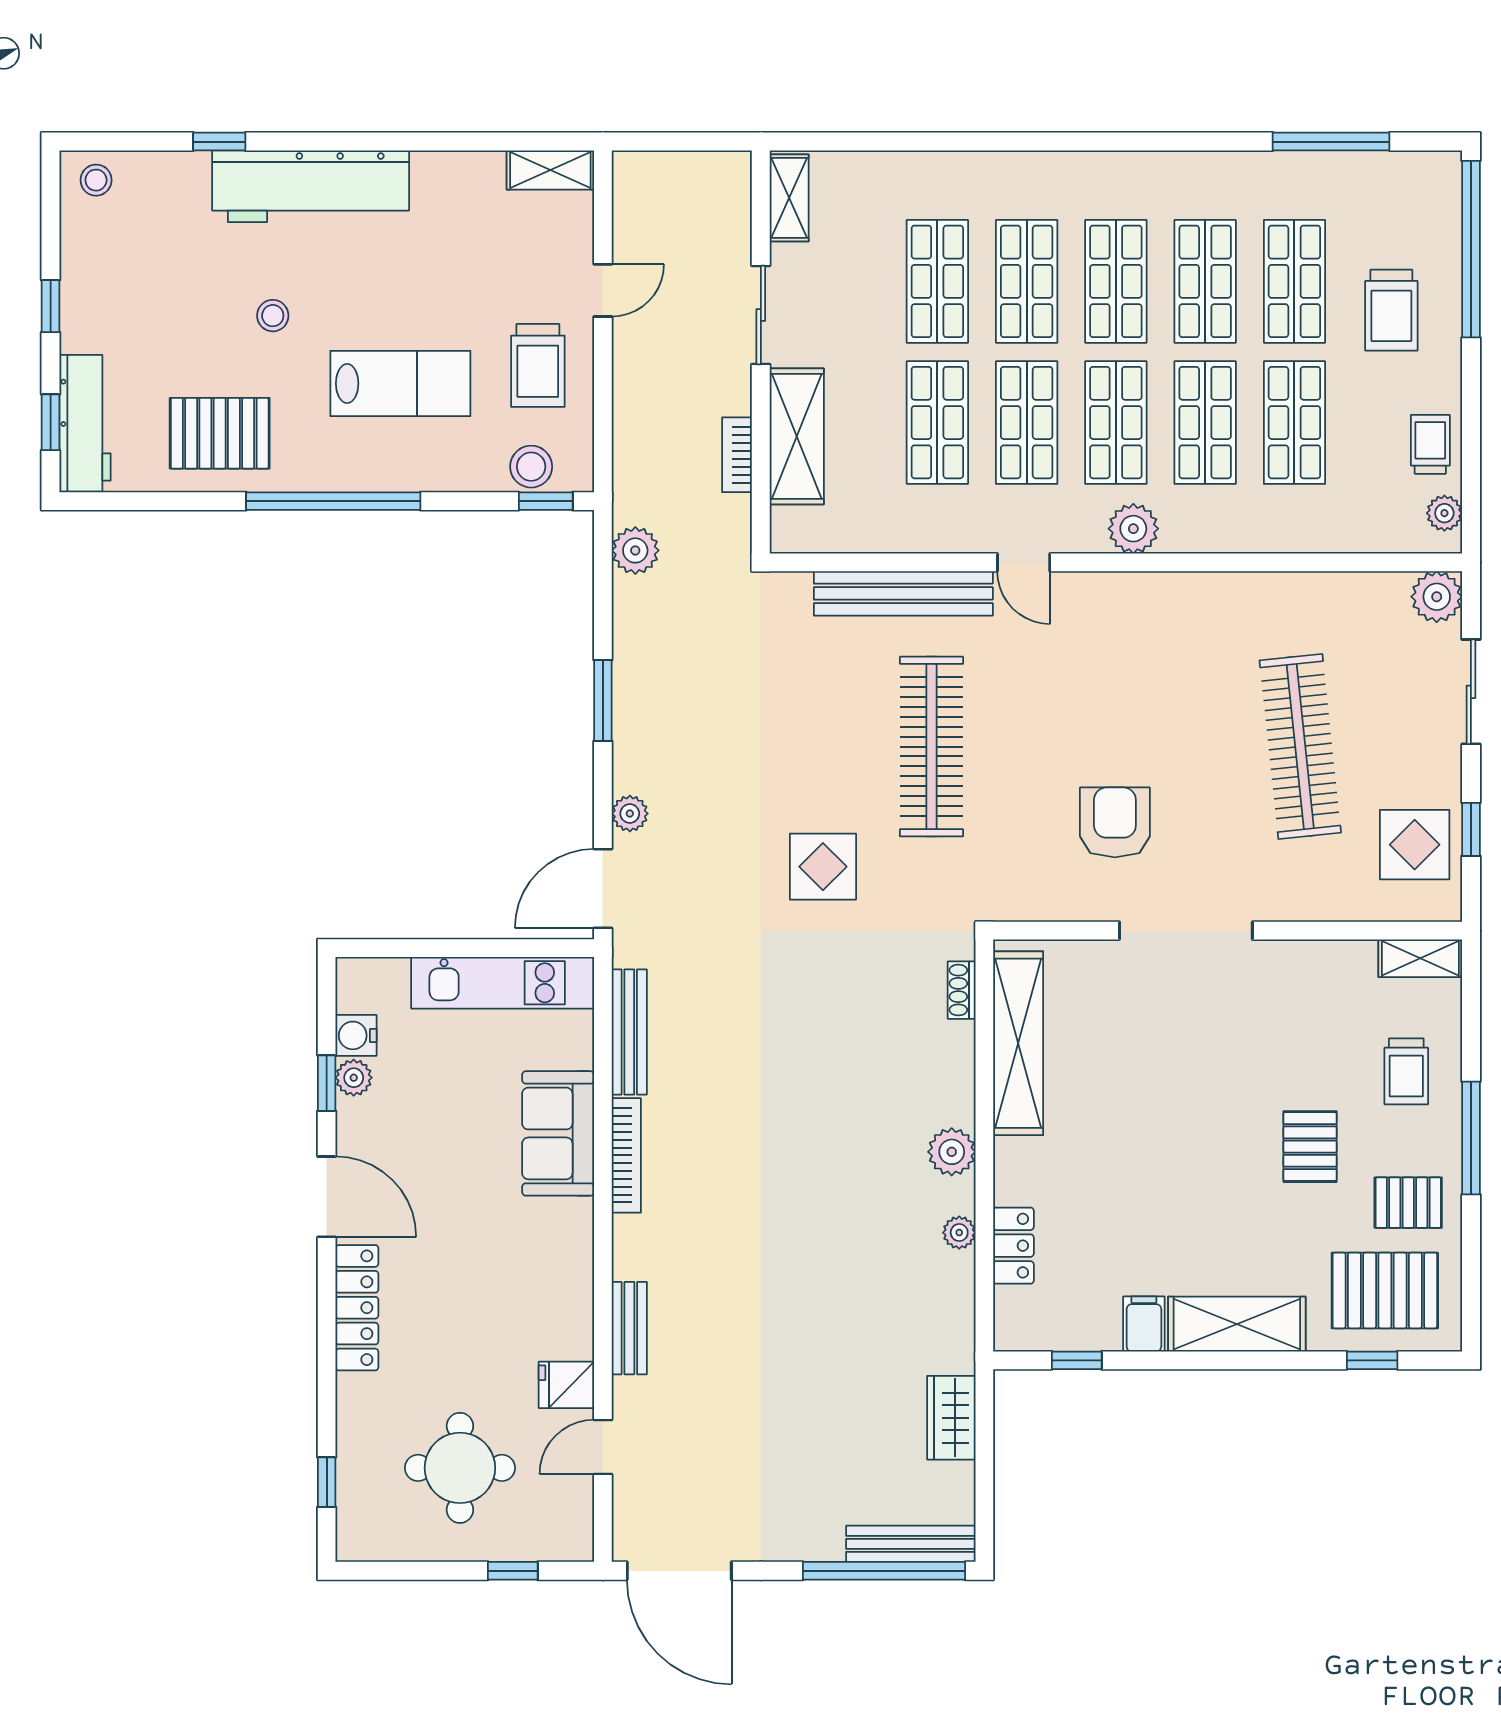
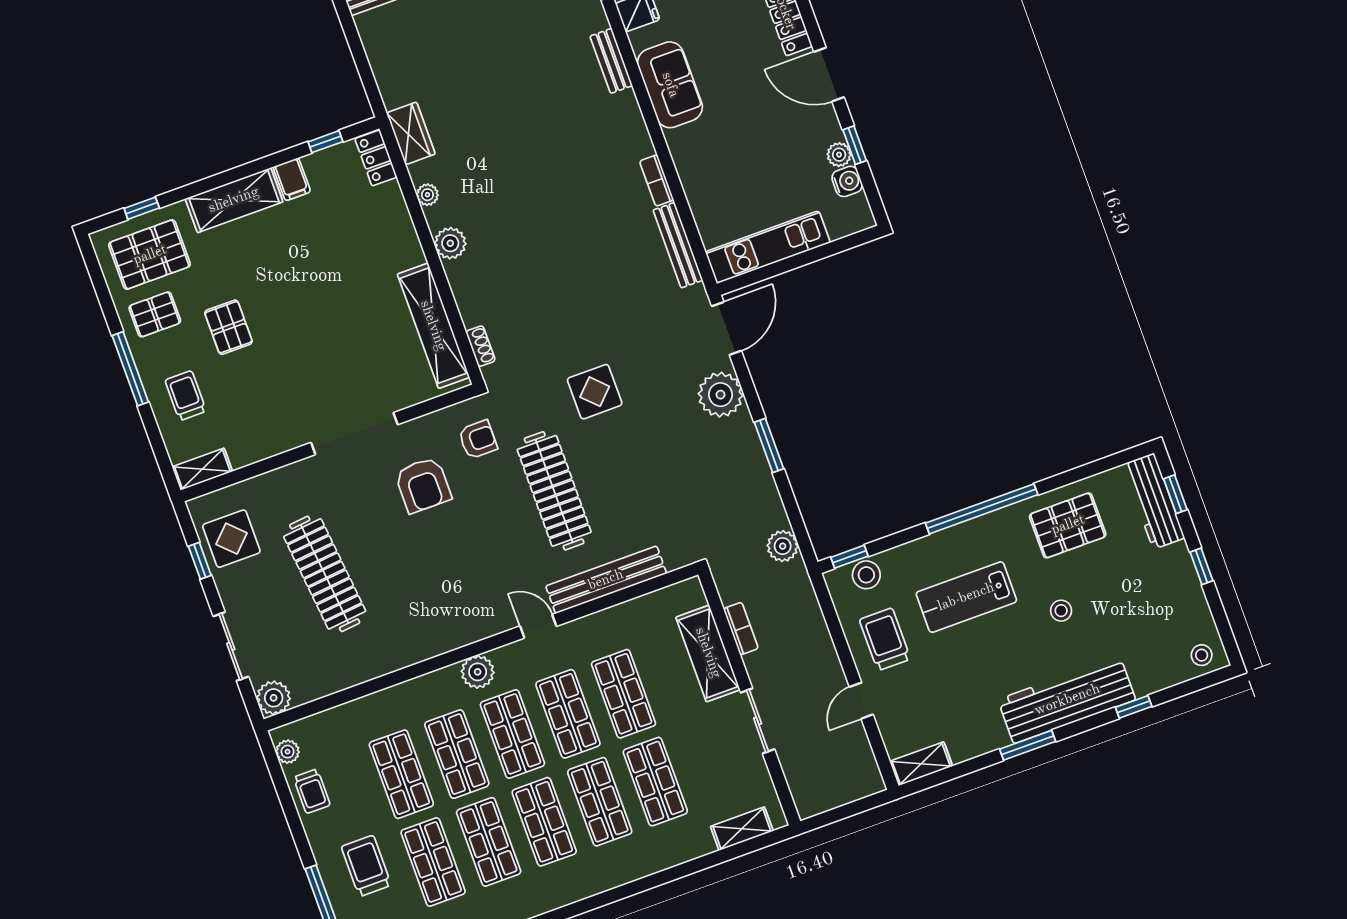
window: (390, 142) -> (1028, 745), added
shelving: (789, 198) -> (742, 829), moved, turned 90
plant: (630, 814) -> (720, 395), width x1.88, depth x1.88
armchair: (1014, 859) -> (478, 439), added
sofa: (558, 1133) -> (670, 85), moved
bookcase: (626, 1155) -> (657, 181), width x0.64
locker: (1013, 1246) -> (376, 158), moved
wardrobe: (951, 1418) -> (411, 133), moved

